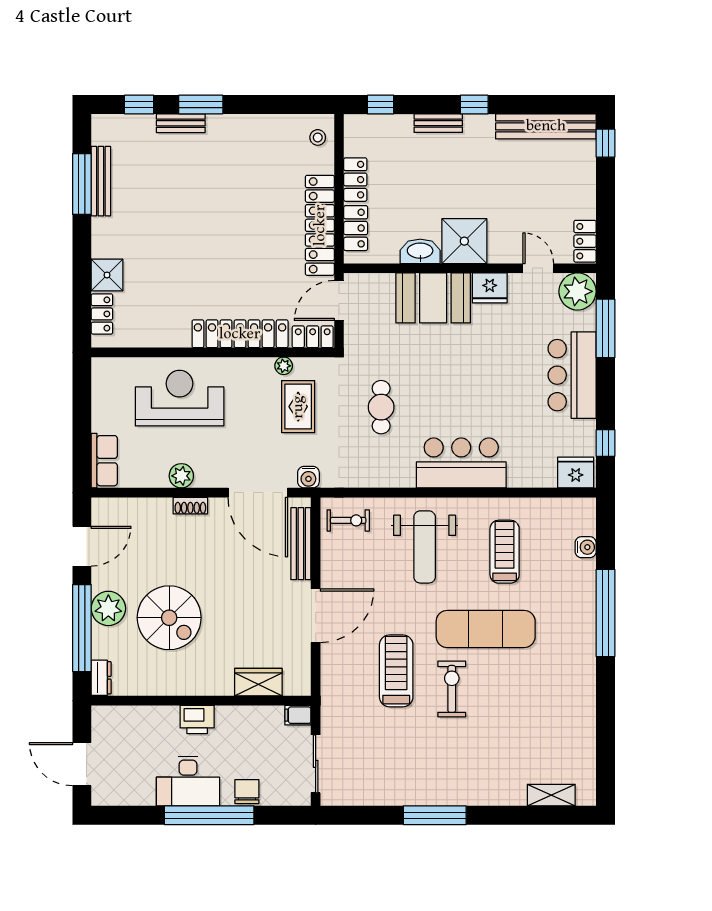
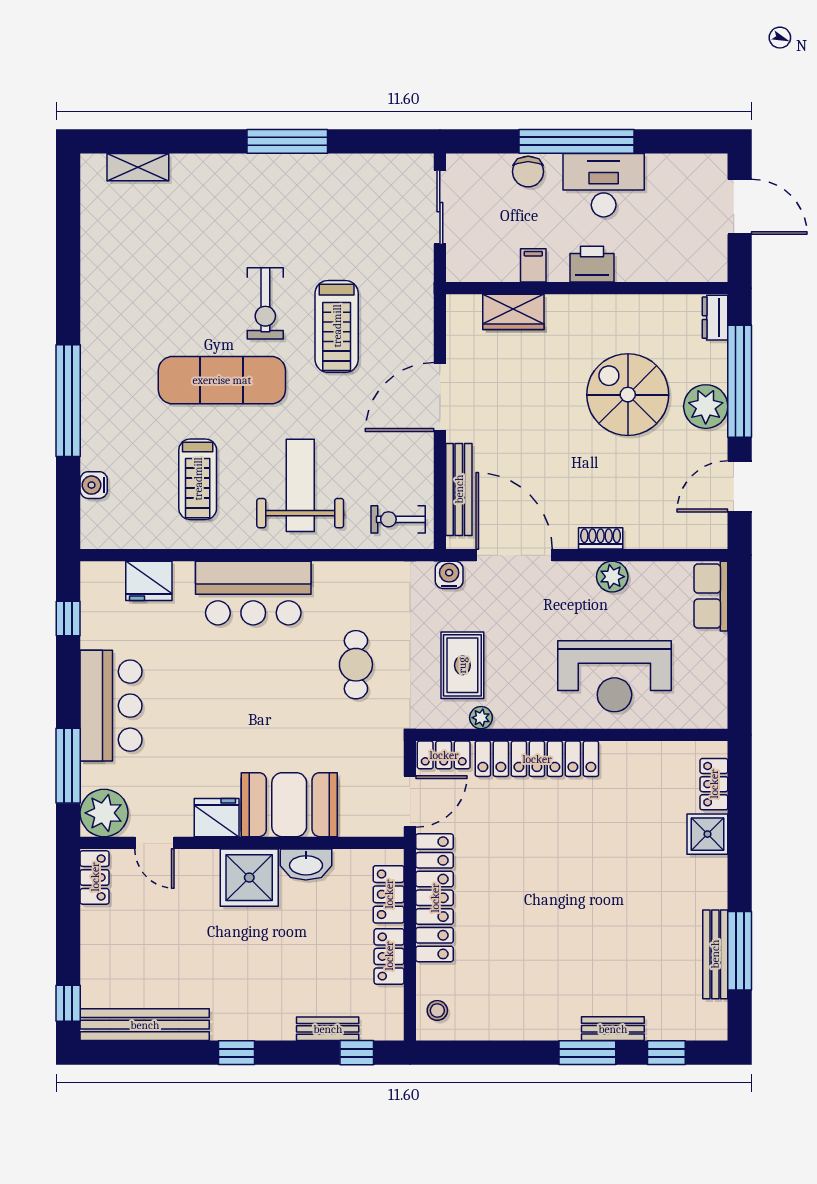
bench: (438, 123) -> (328, 1029), moved
fridge: (576, 472) -> (149, 581), moved
filing cabinet: (298, 715) -> (533, 265), moved, turned -90

